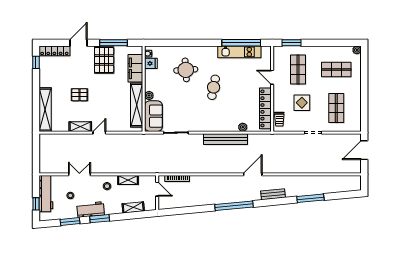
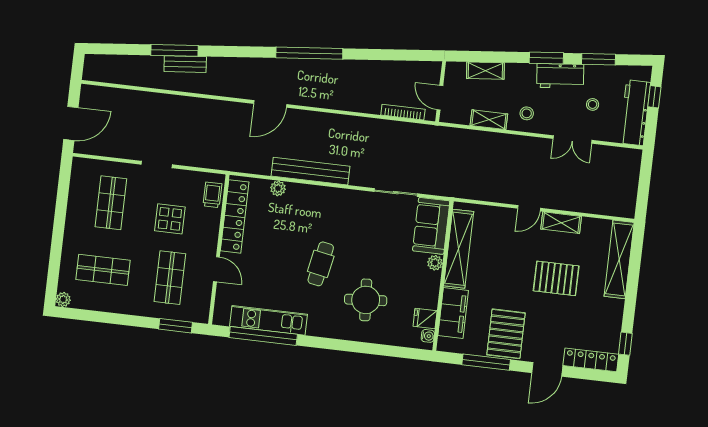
pallet: (79, 95) -> (556, 278), width x1.50, depth x1.42
bench: (273, 194) -> (185, 64), moved

